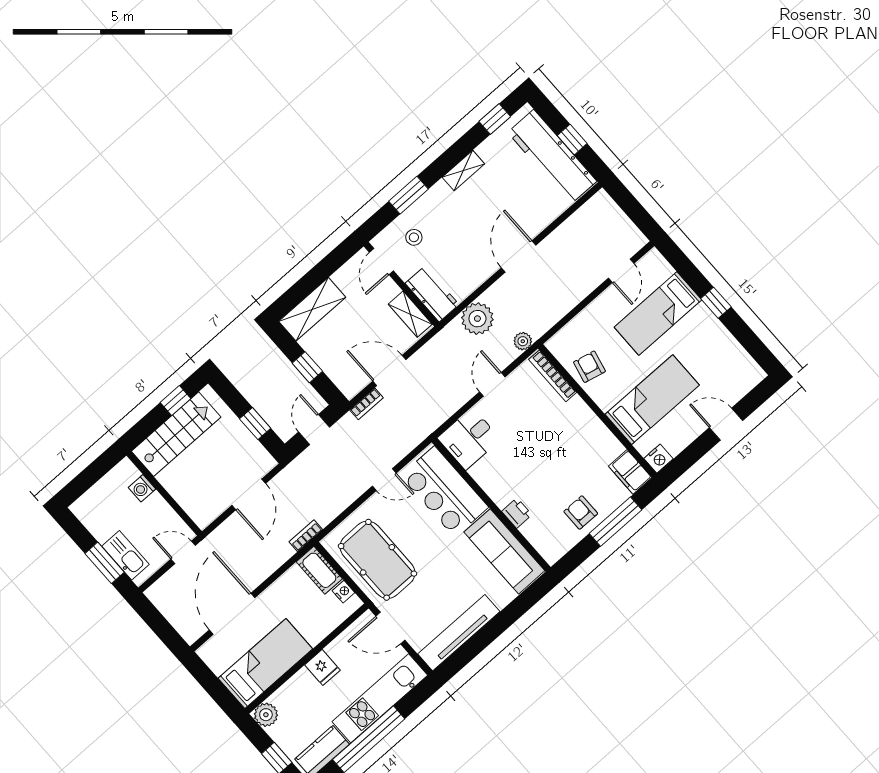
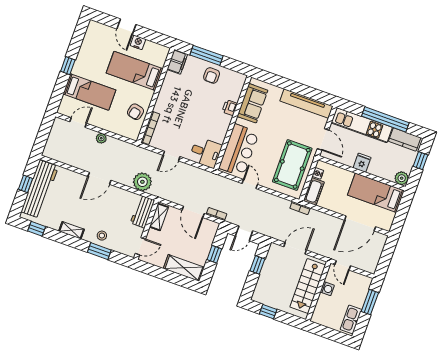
stool: (414, 237) -> (102, 236), moved
plant: (523, 341) -> (101, 138), moved
stairs: (176, 434) -> (308, 286), moved, turned -90
nightstand: (659, 459) -> (138, 42), moved
washing machine: (142, 488) -> (327, 289), moved
sofa: (504, 551) -> (253, 103), width x0.73
kitchen sink: (126, 555) -> (351, 319), moved

